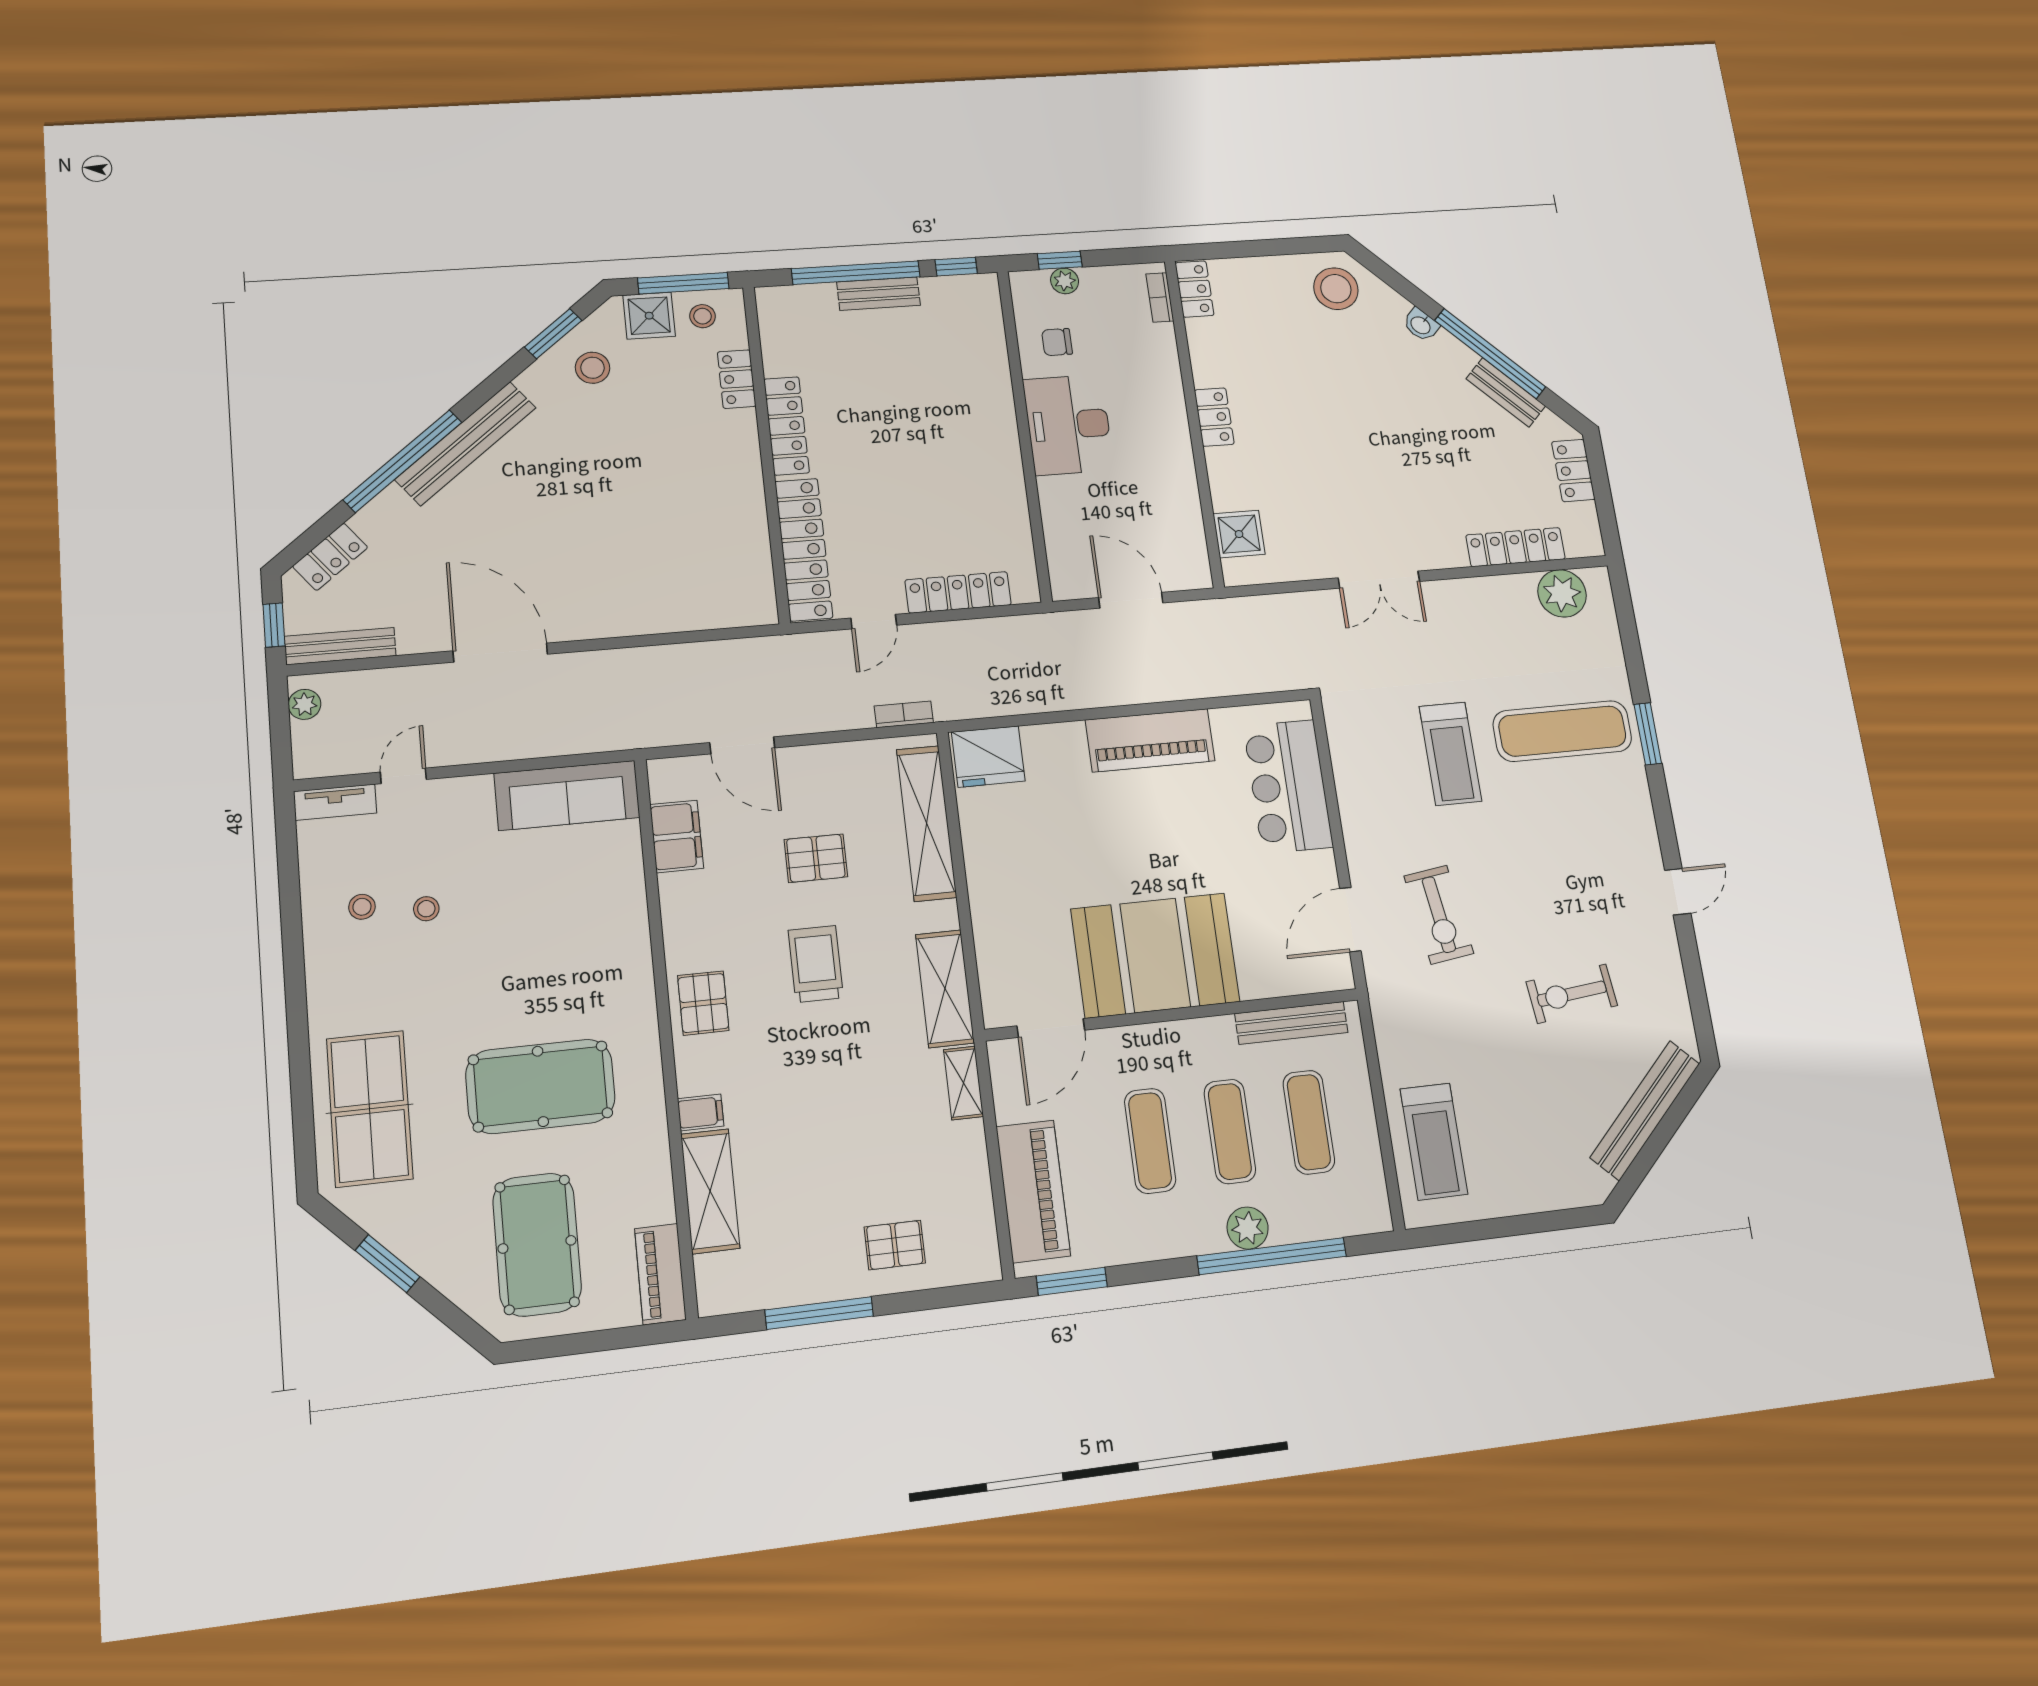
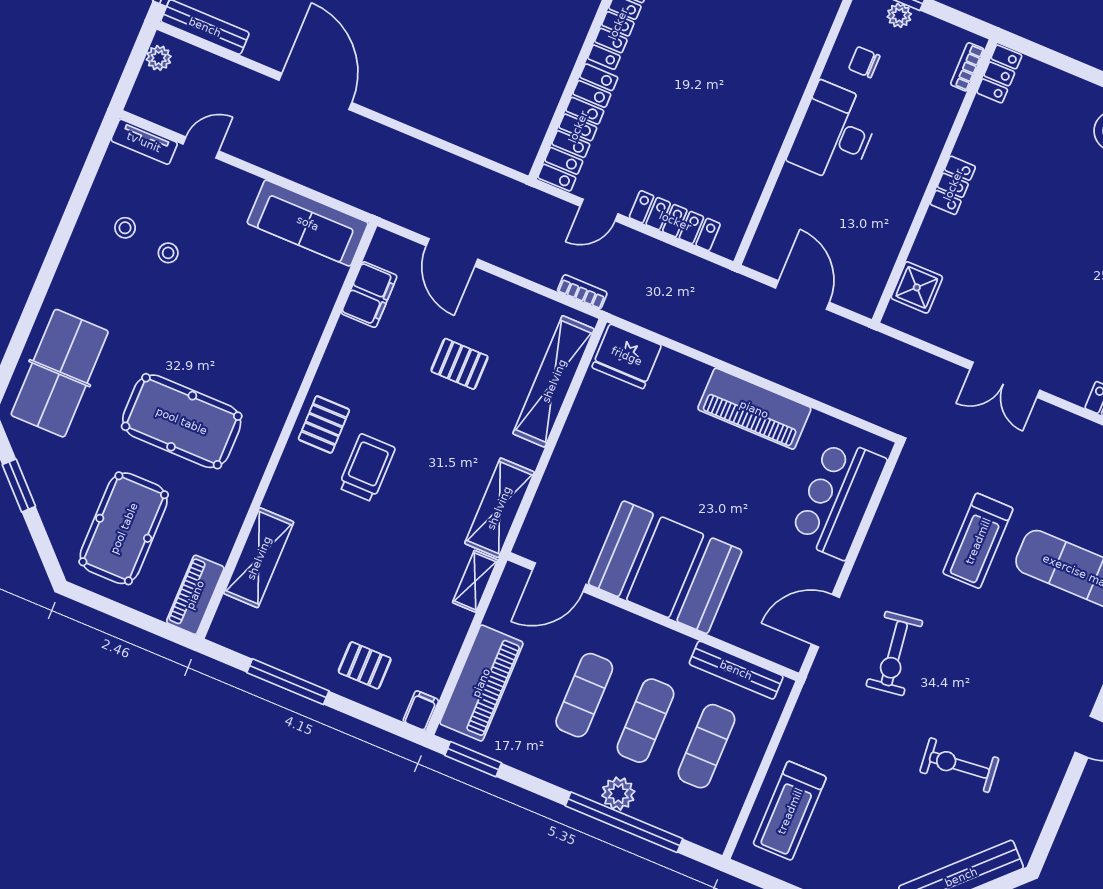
trolley: (816, 964) -> (367, 468), moved
filing cabinet: (701, 1112) -> (421, 711), moved, turned -90

